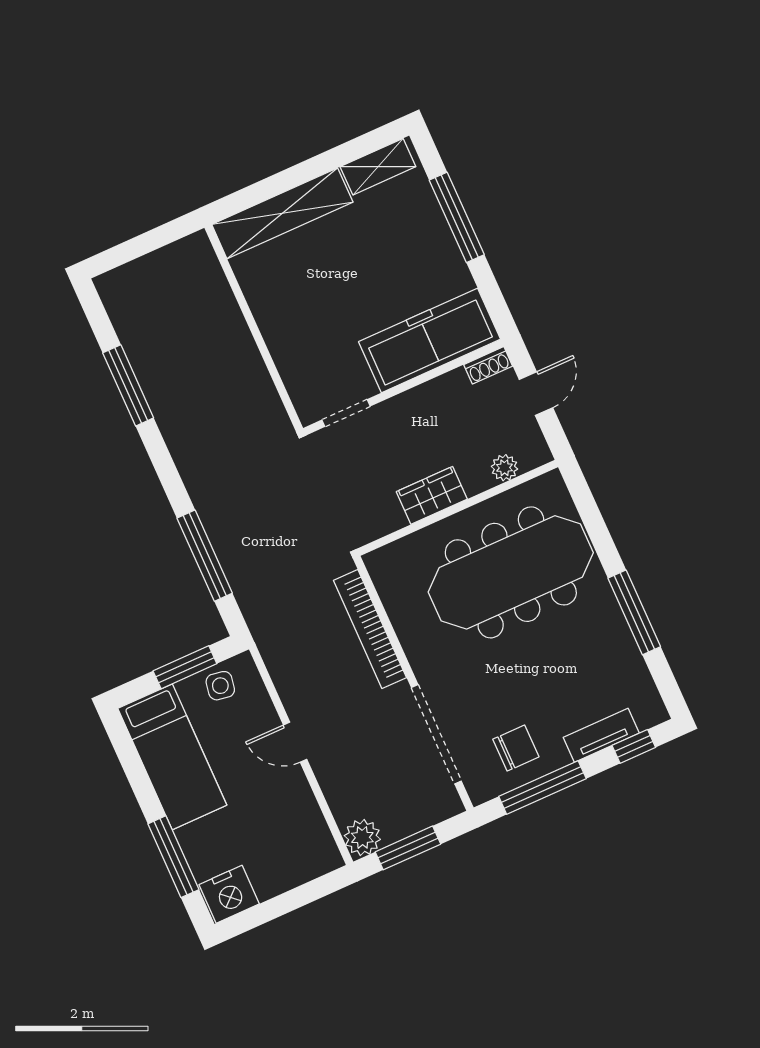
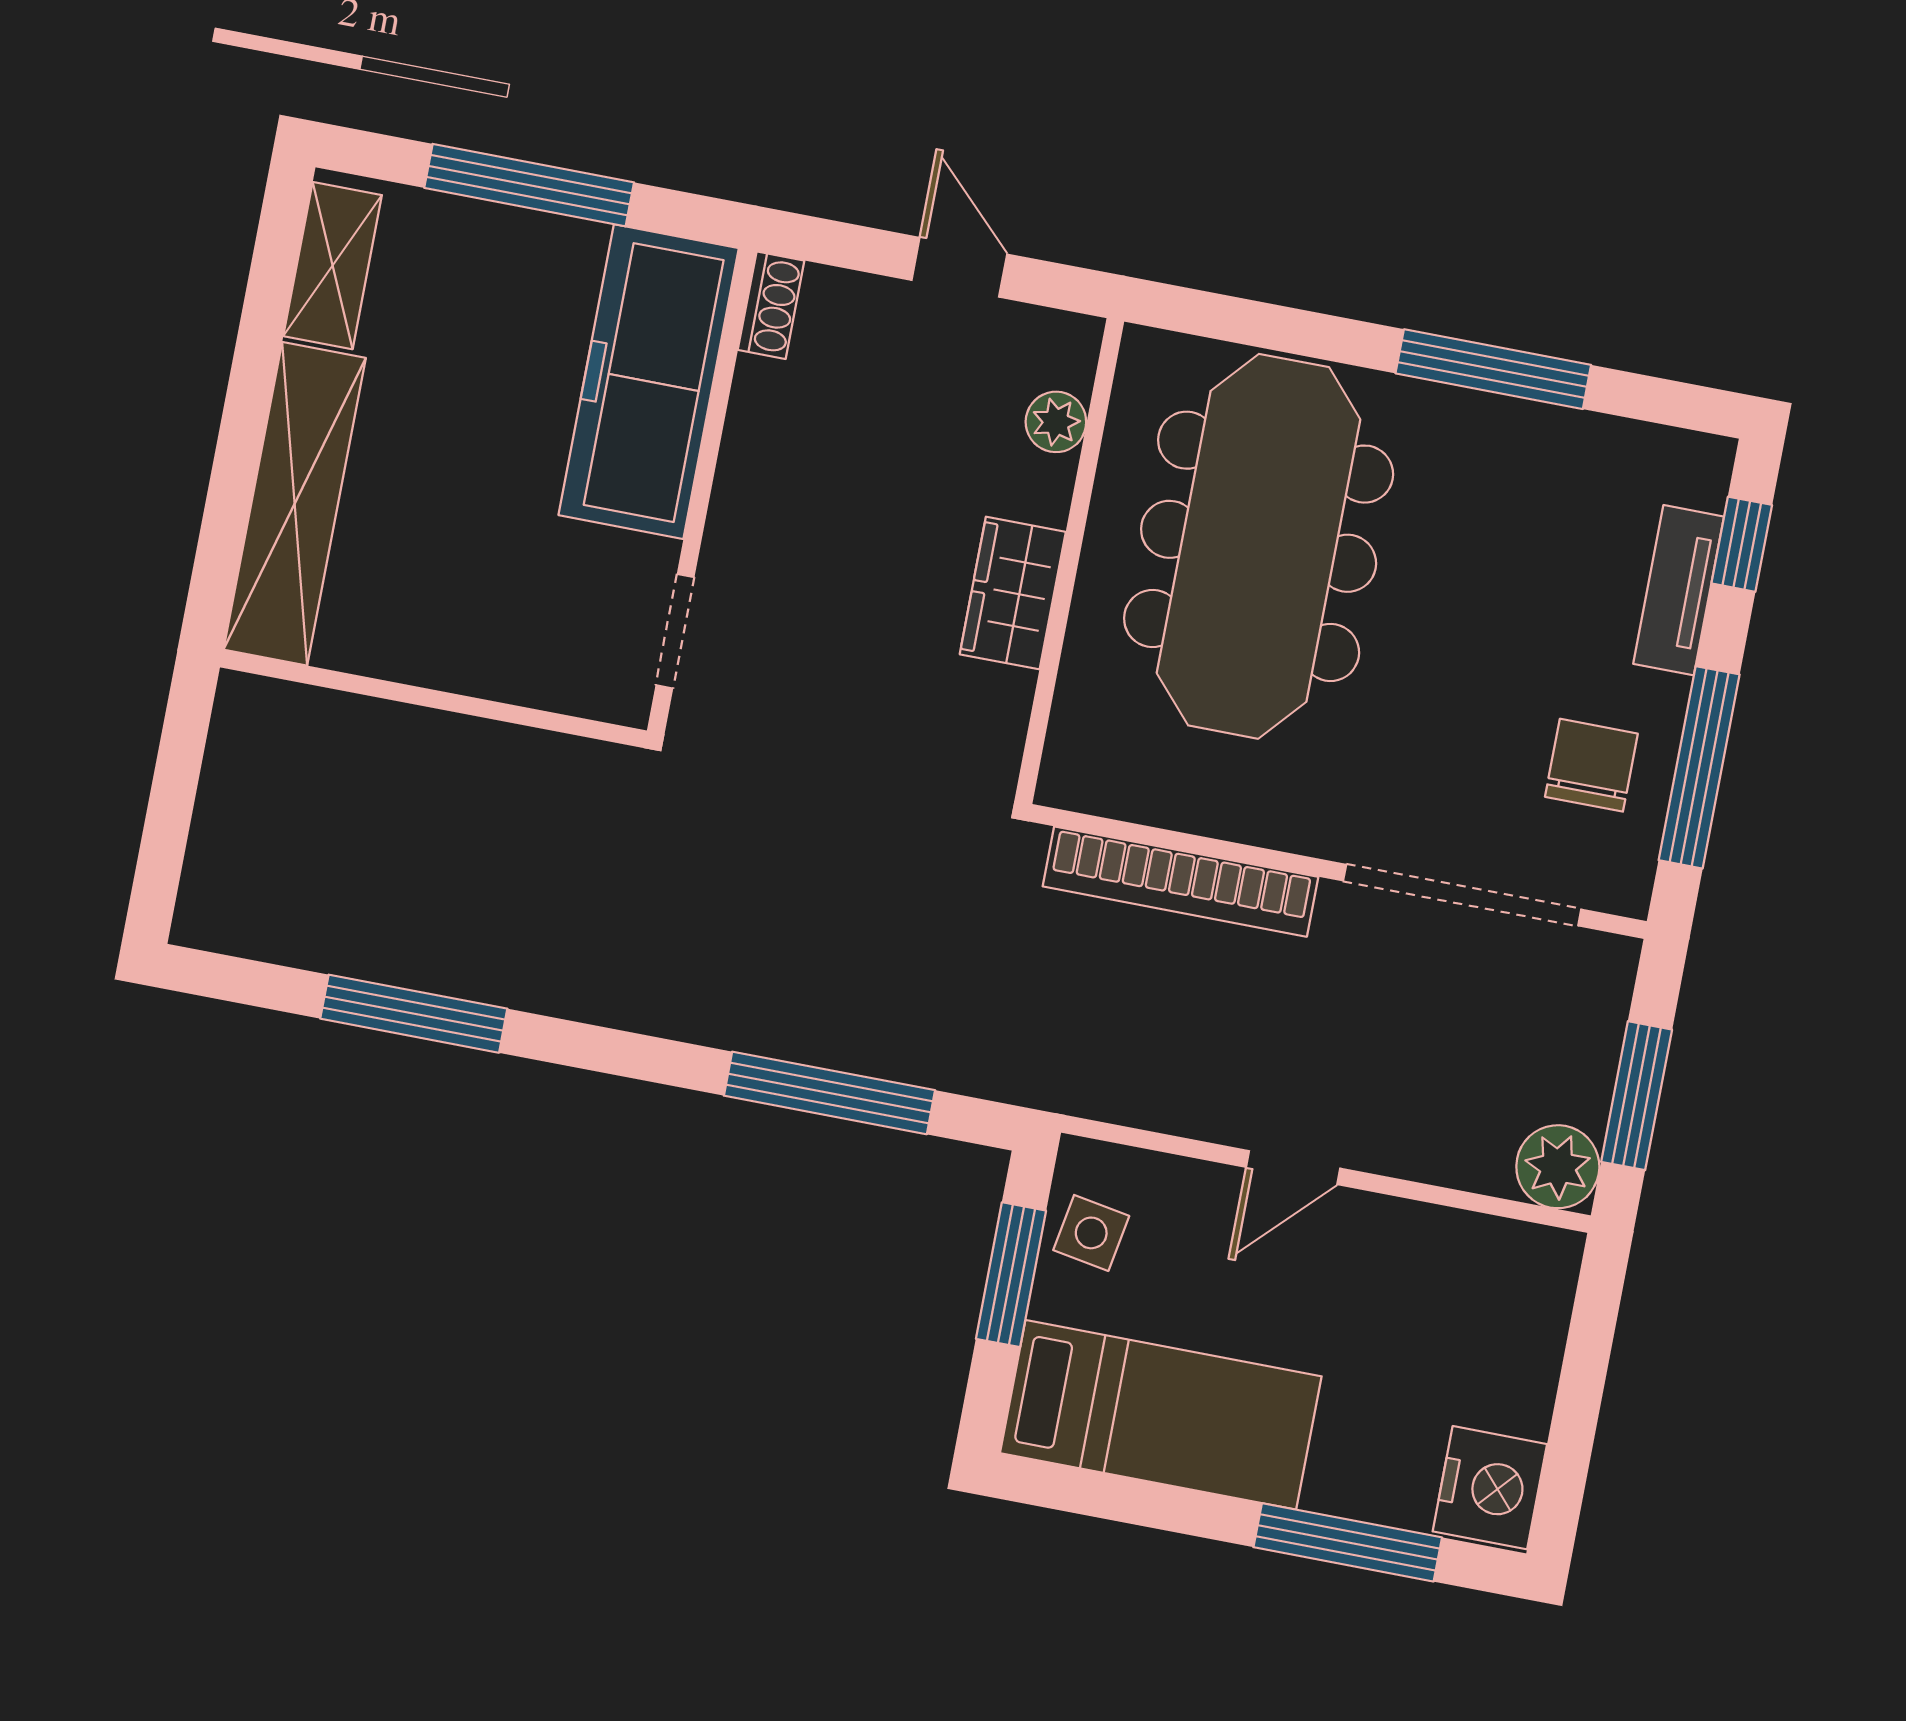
freezer: (430, 340) -> (649, 382), moved
shoe rack: (488, 365) -> (771, 305), moved
wall: (403, 387) -> (702, 491), moved
doorway: (346, 413) -> (675, 631), moved

